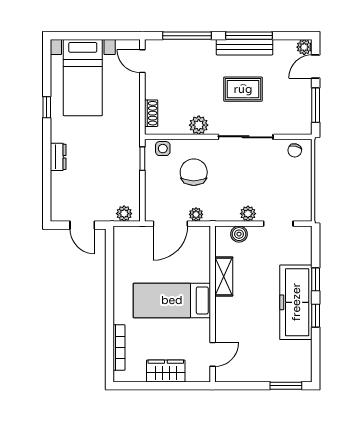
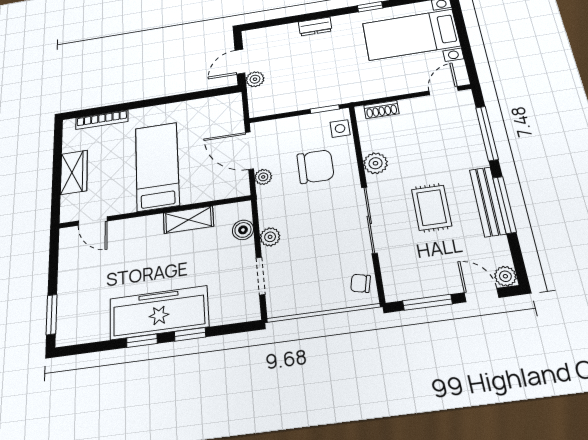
plant: (124, 214) -> (255, 79), moved

